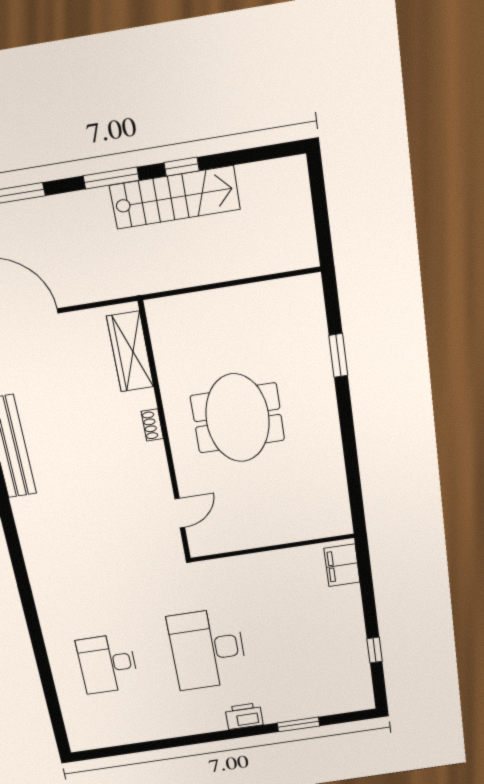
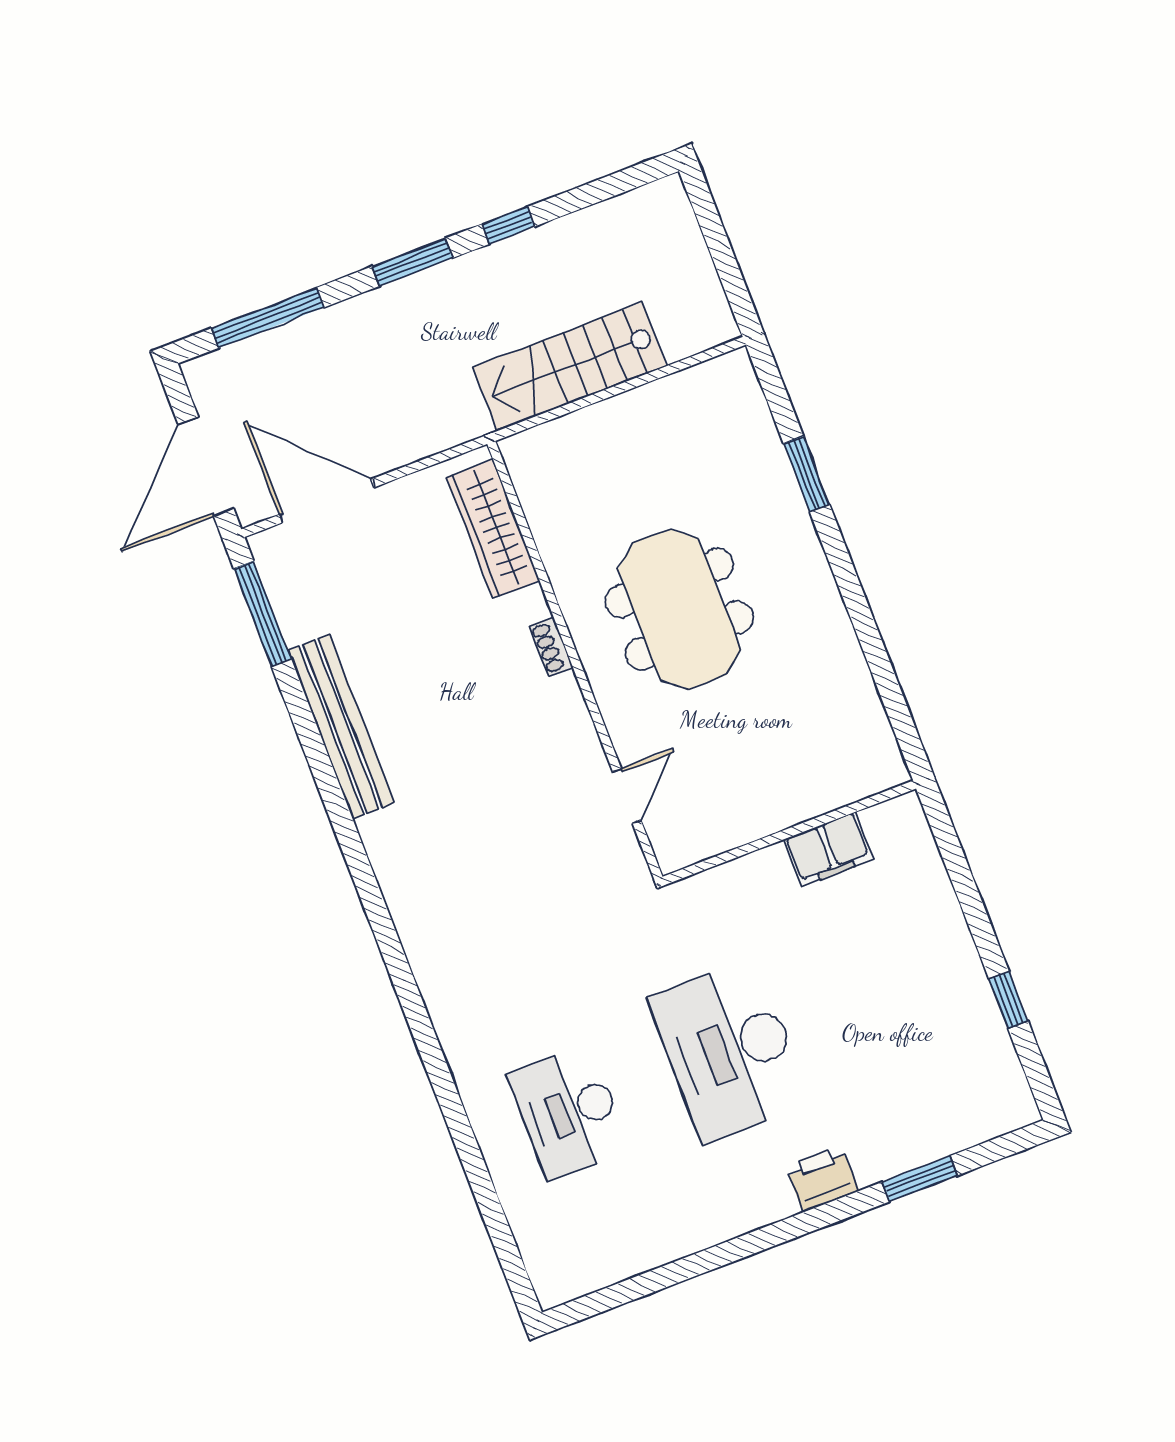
stairs: (175, 197) -> (570, 367), moved, turned 180
filing cabinet: (342, 565) -> (828, 849), moved, turned -90

